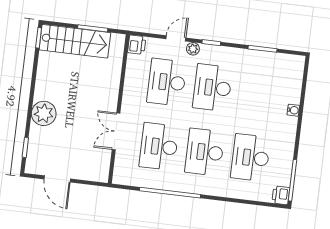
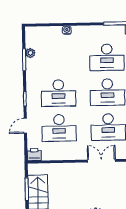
door: (176, 38) -> (25, 126), hinge flipped
plant: (193, 49) -> (30, 53), moved
double door: (116, 131) -> (101, 161), swing flipped

